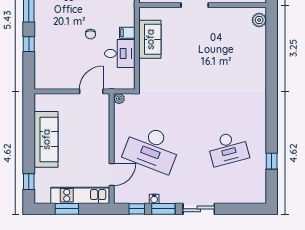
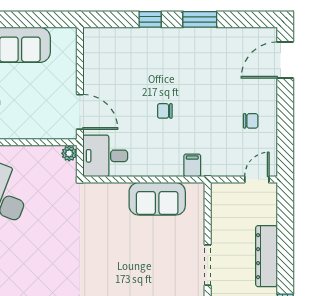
filing cabinet: (127, 33) -> (192, 165), moved
desk: (120, 53) -> (105, 156), moved, turned 90

